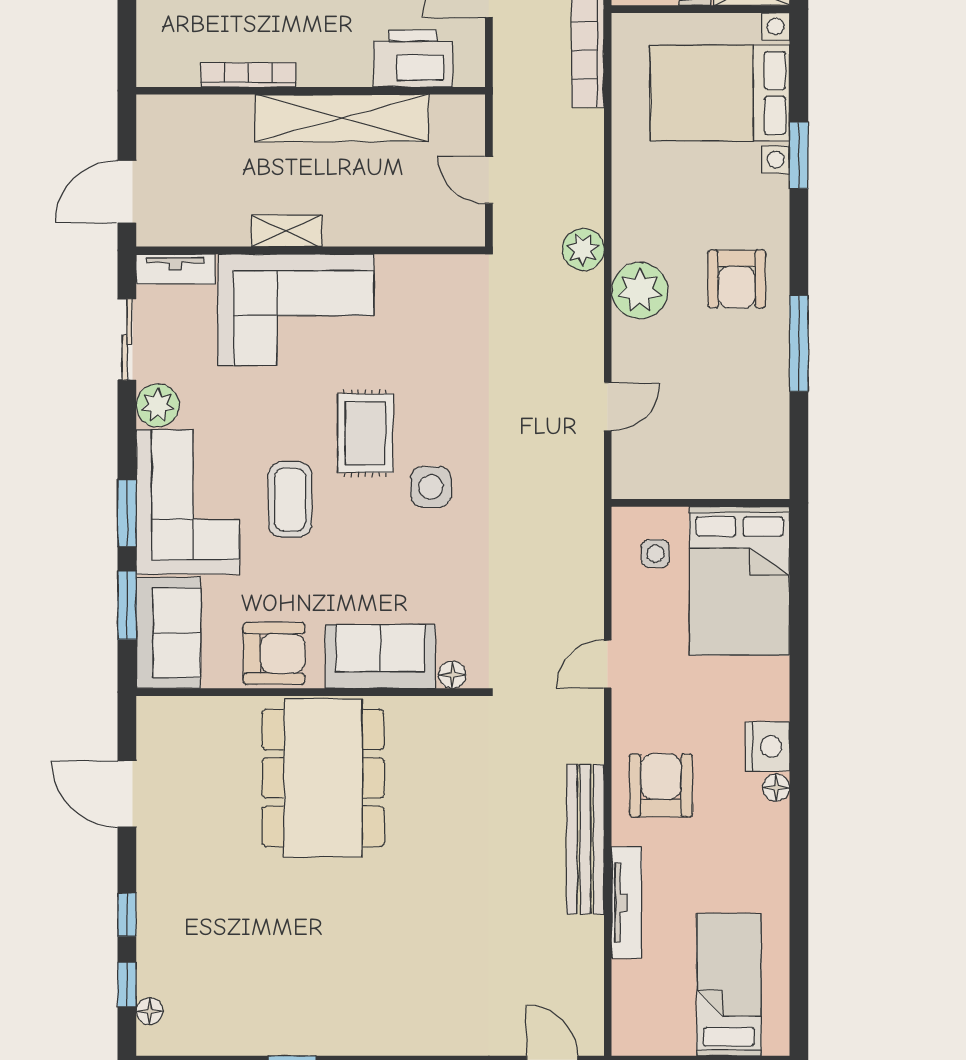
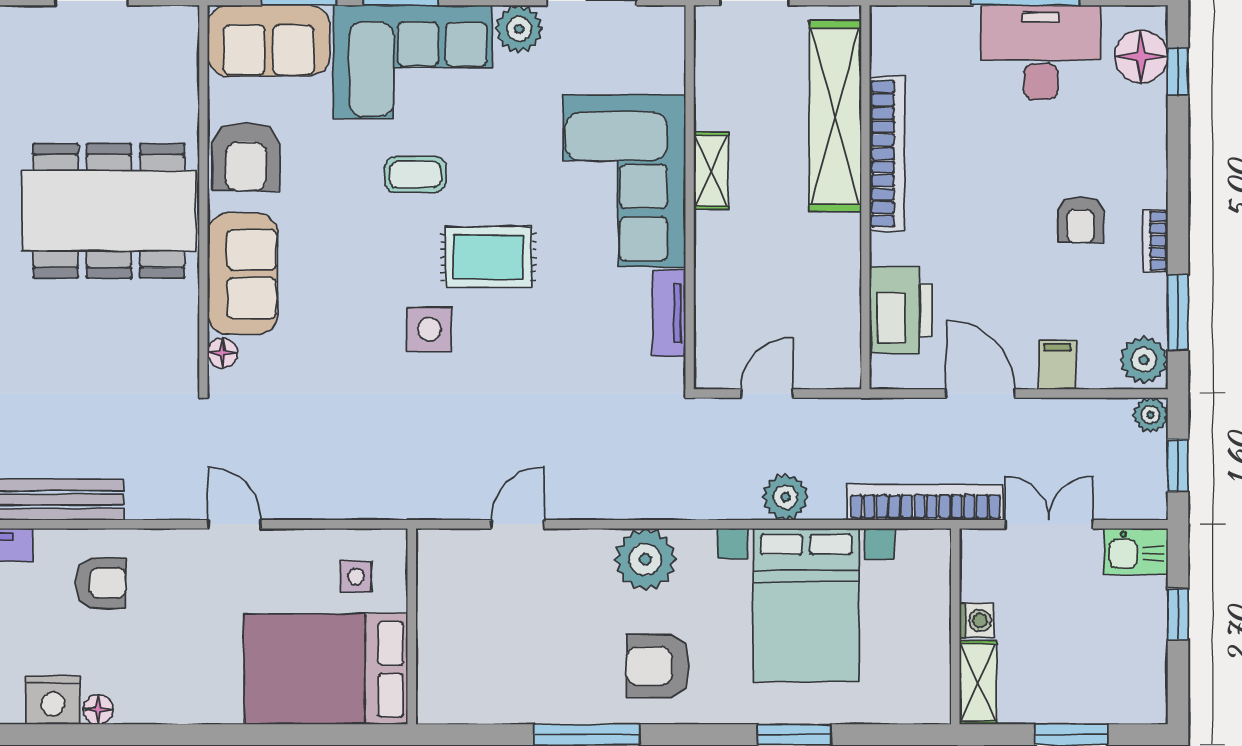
bookcase: (248, 75) -> (887, 154), width x1.48, depth x1.31
bed with nightstands: (720, 93) -> (806, 605), moved, turned 180
shelving: (342, 118) -> (835, 116), moved
plant: (583, 249) -> (785, 497), moved
tv unit: (176, 269) -> (669, 313), moved
door: (608, 407) -> (518, 524), swing flipped
coffee table: (290, 500) -> (415, 174), width x0.73, depth x0.77
nightstand: (767, 746) -> (53, 700), moved
armchair: (661, 785) -> (101, 583), width x0.72, depth x0.72

